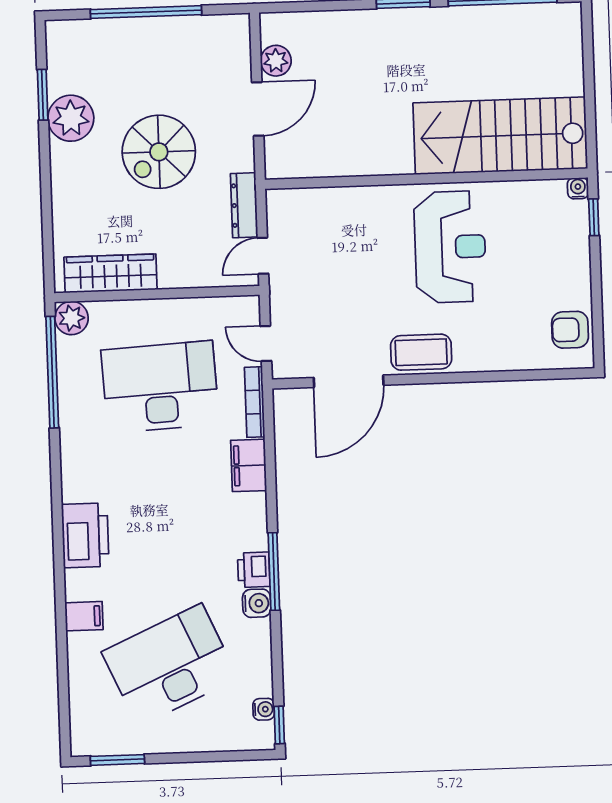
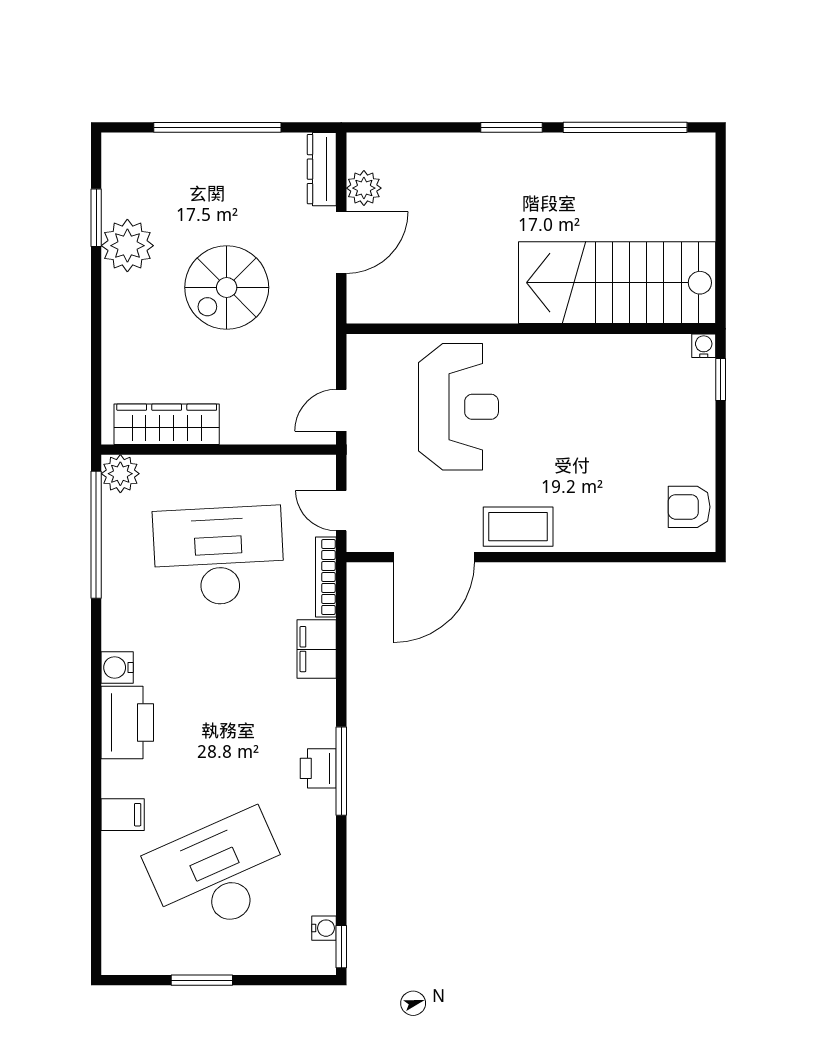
dresser: (244, 205) -> (322, 169), moved
reception desk: (450, 247) -> (458, 407), moved
water cooler: (257, 603) -> (117, 667), moved, turned 180
window: (117, 760) -> (202, 980), moved

